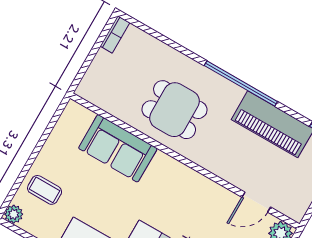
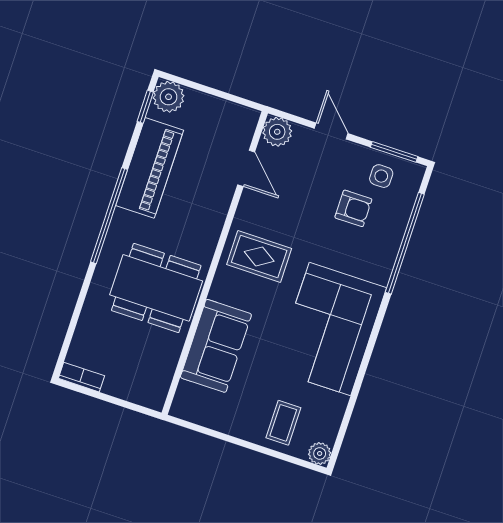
dining table: (175, 110) -> (156, 288), width x1.37
rug: (183, 198) -> (259, 256), added

